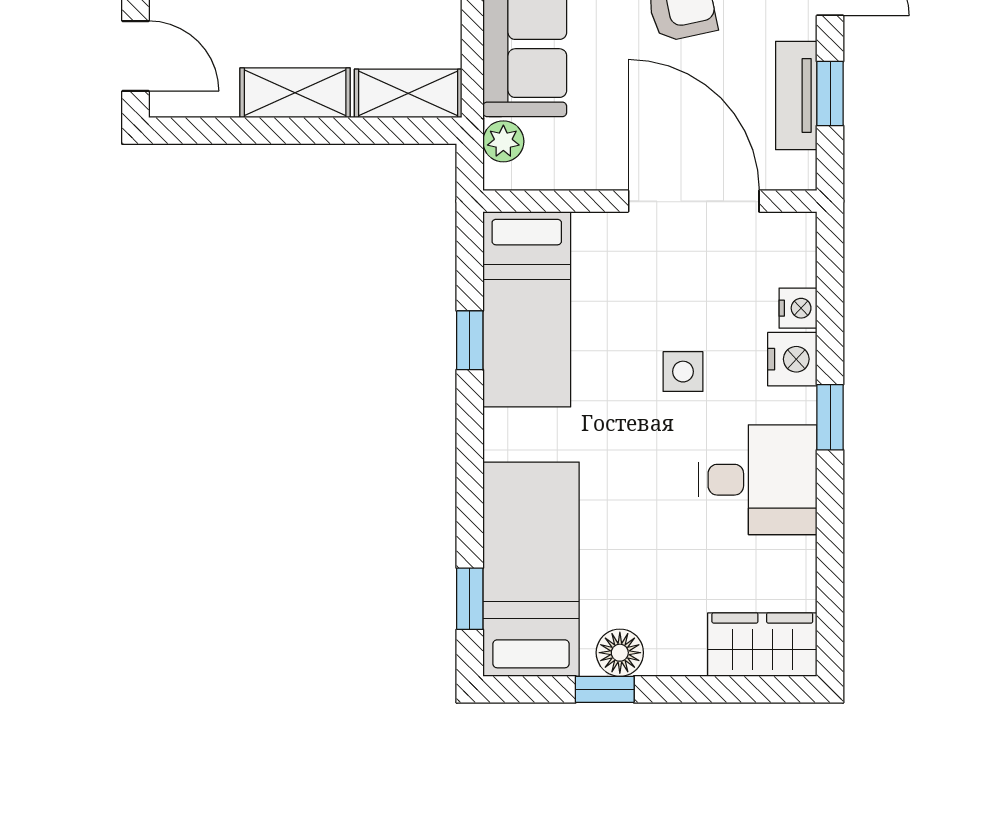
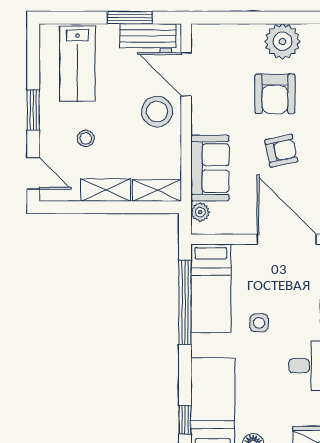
window: (470, 340) -> (185, 302), width x3.17
side table: (683, 372) -> (259, 323), moved

